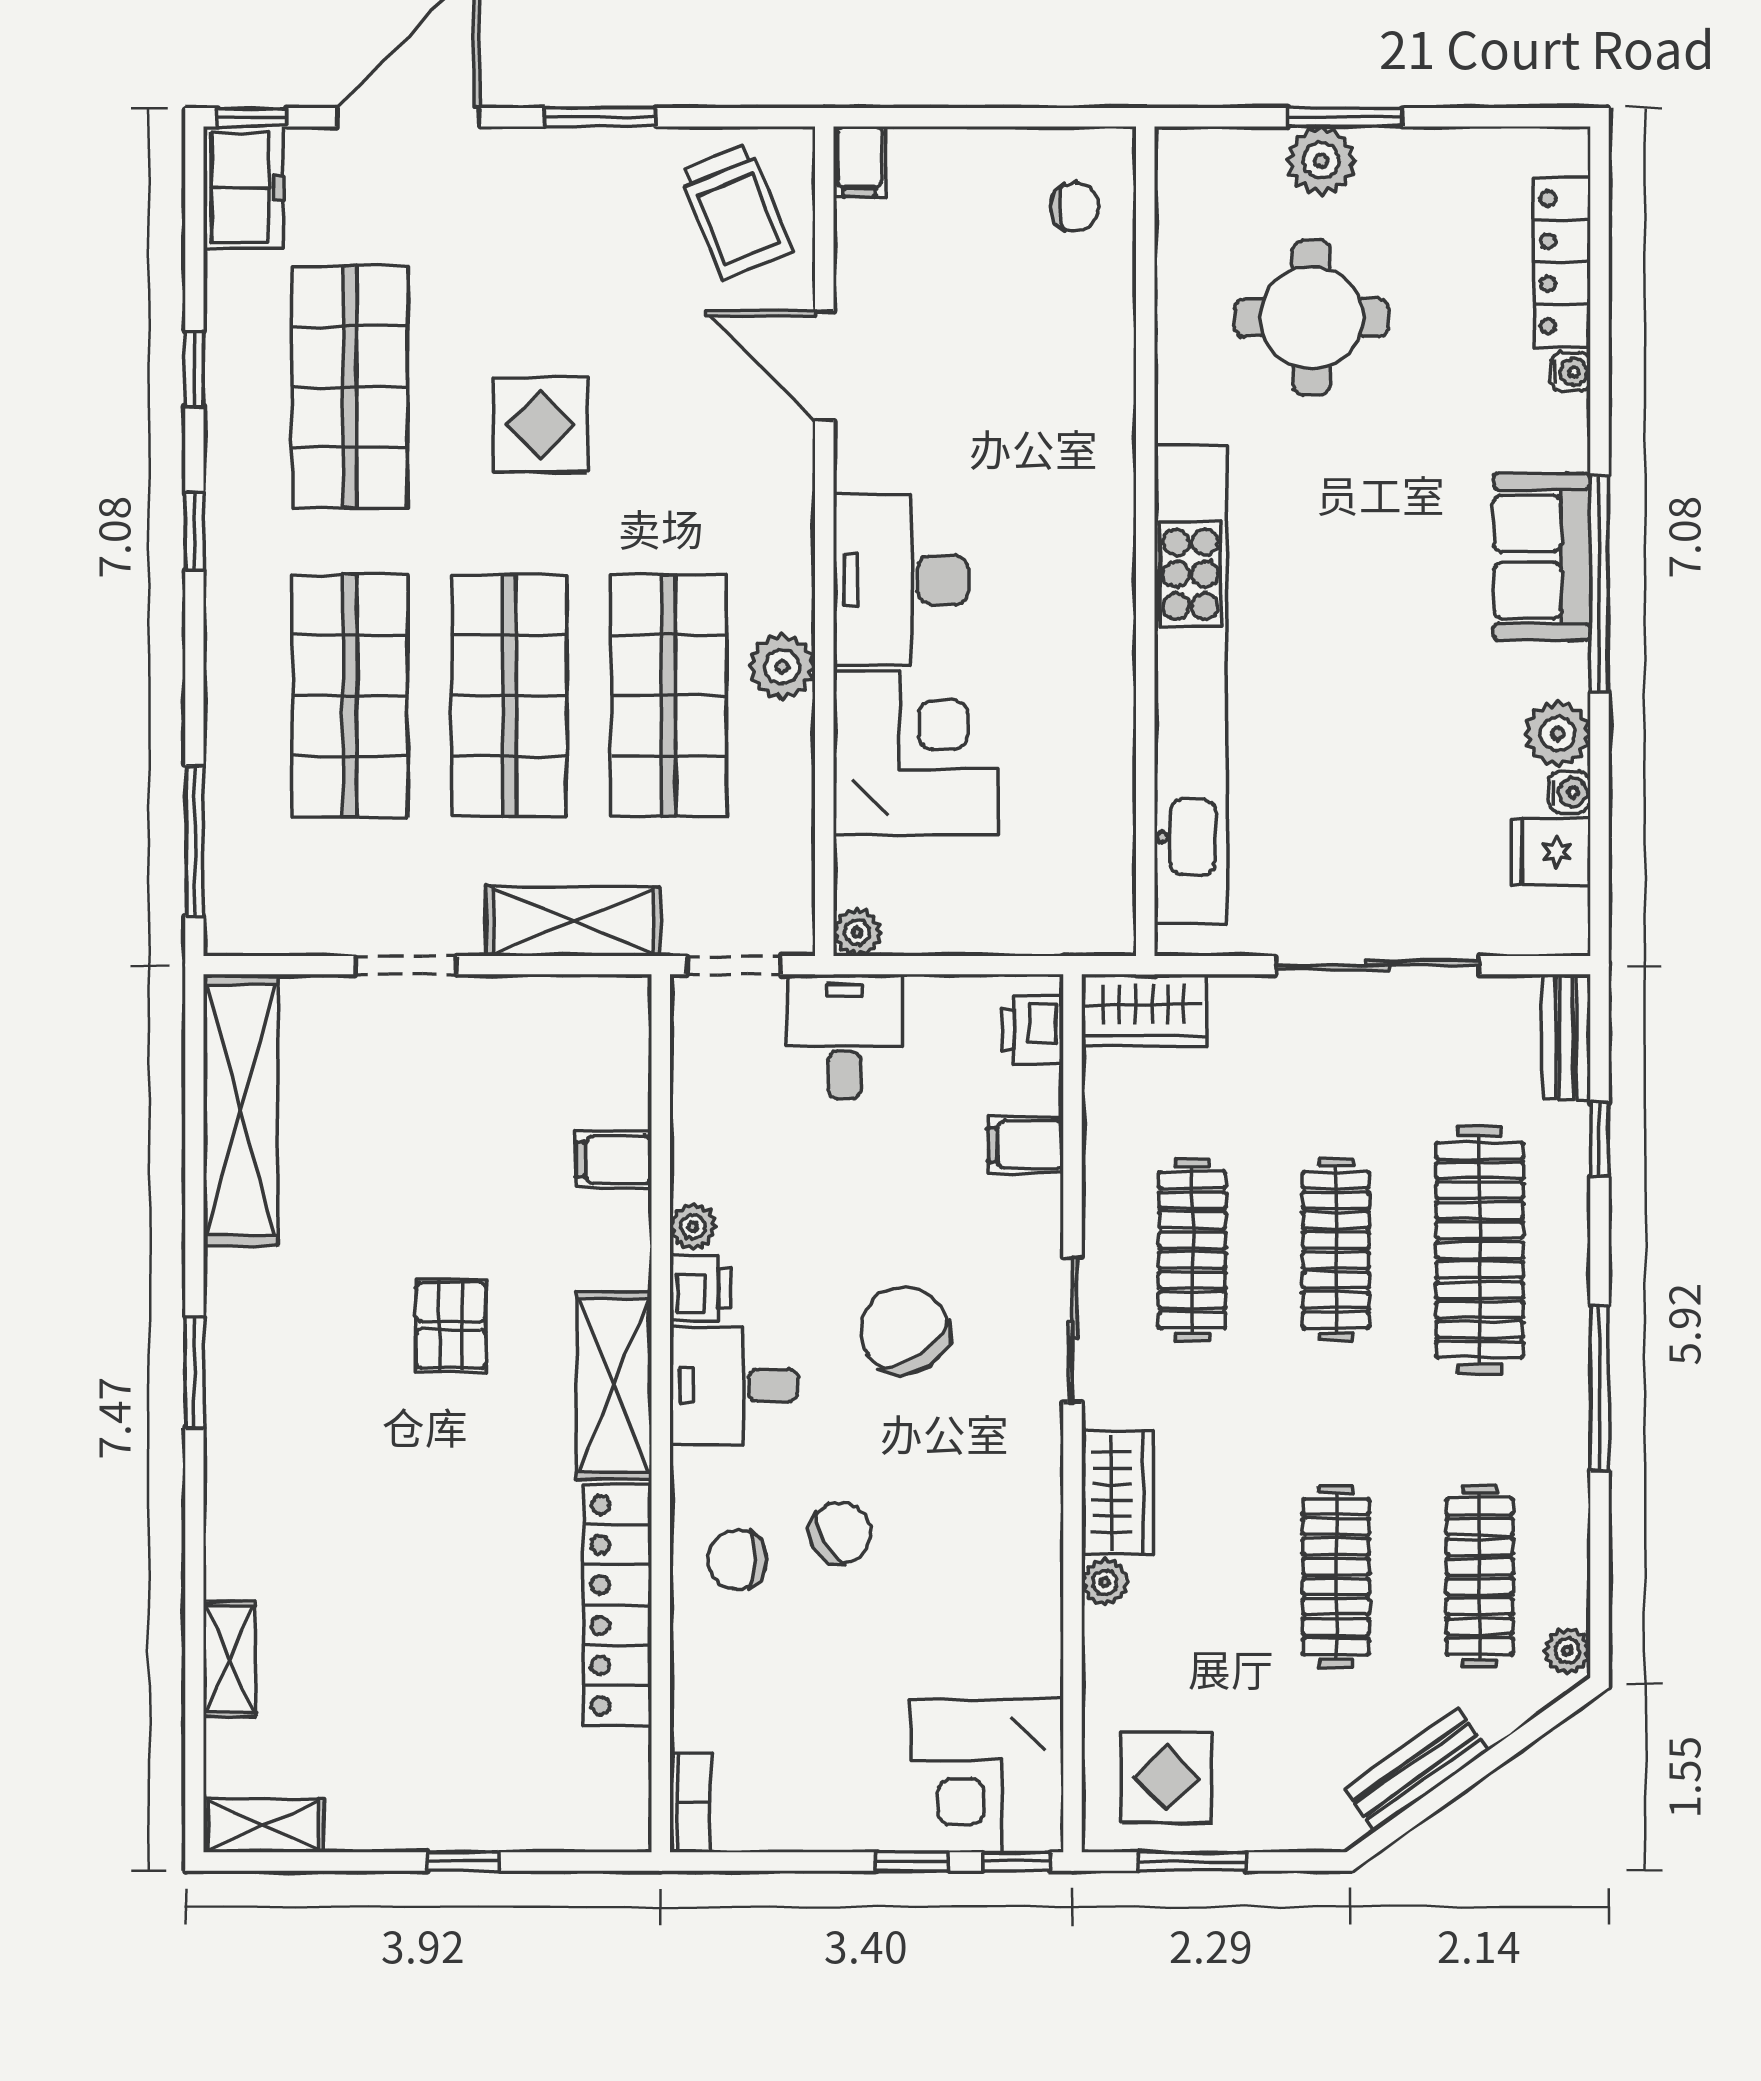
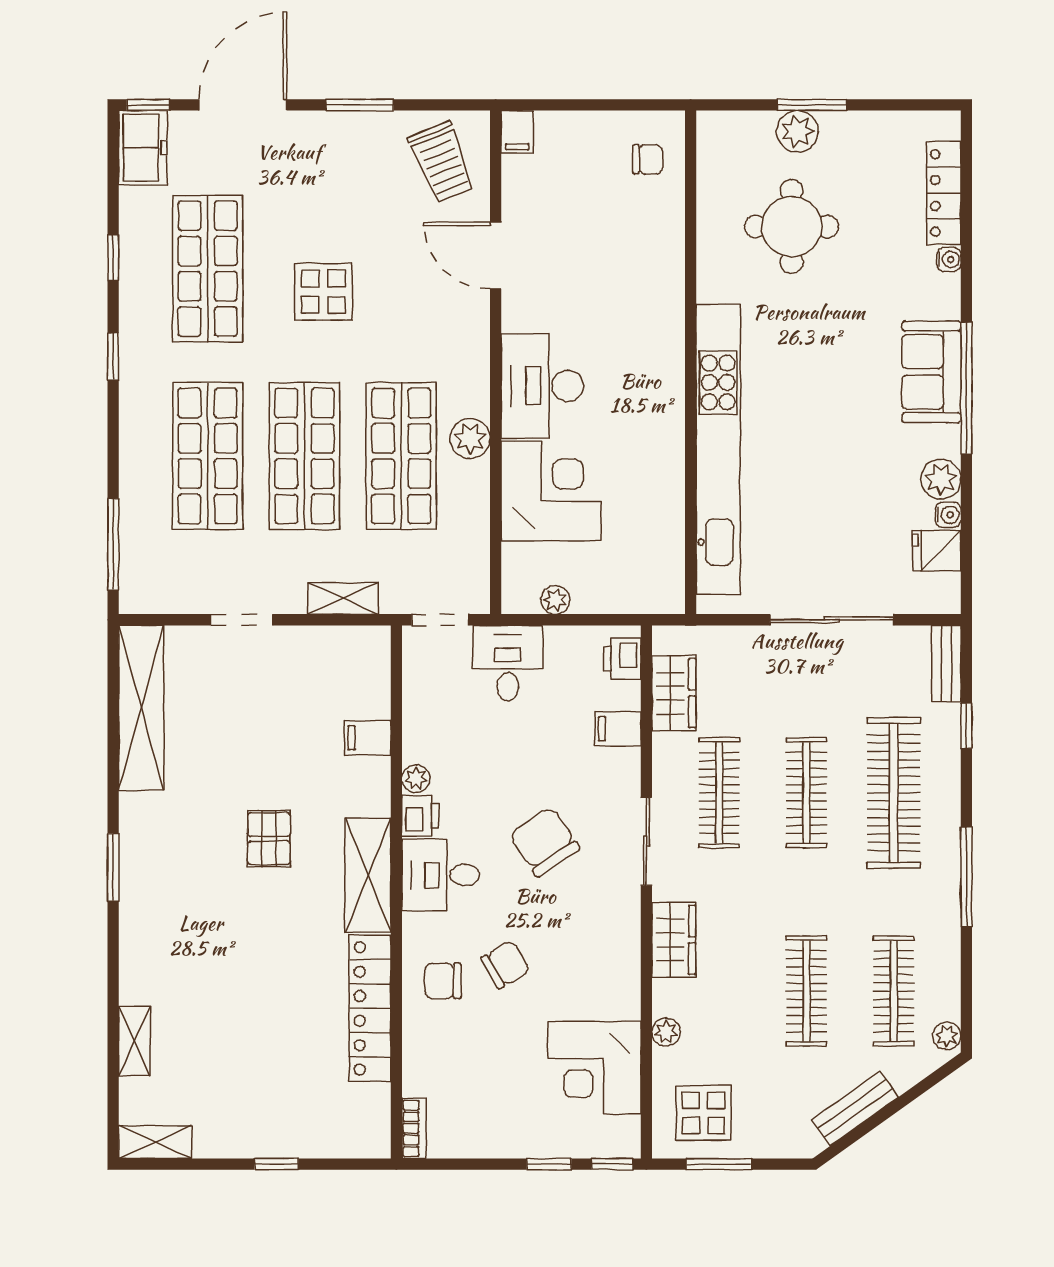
shelving: (573, 921) -> (343, 598), width x0.67, depth x0.75
plant: (857, 932) -> (555, 600), moved
wardrobe: (1144, 1010) -> (674, 693), moved, turned -90
plant: (1105, 1582) -> (666, 1032), moved
corner desk: (987, 1776) -> (594, 1068), moved

